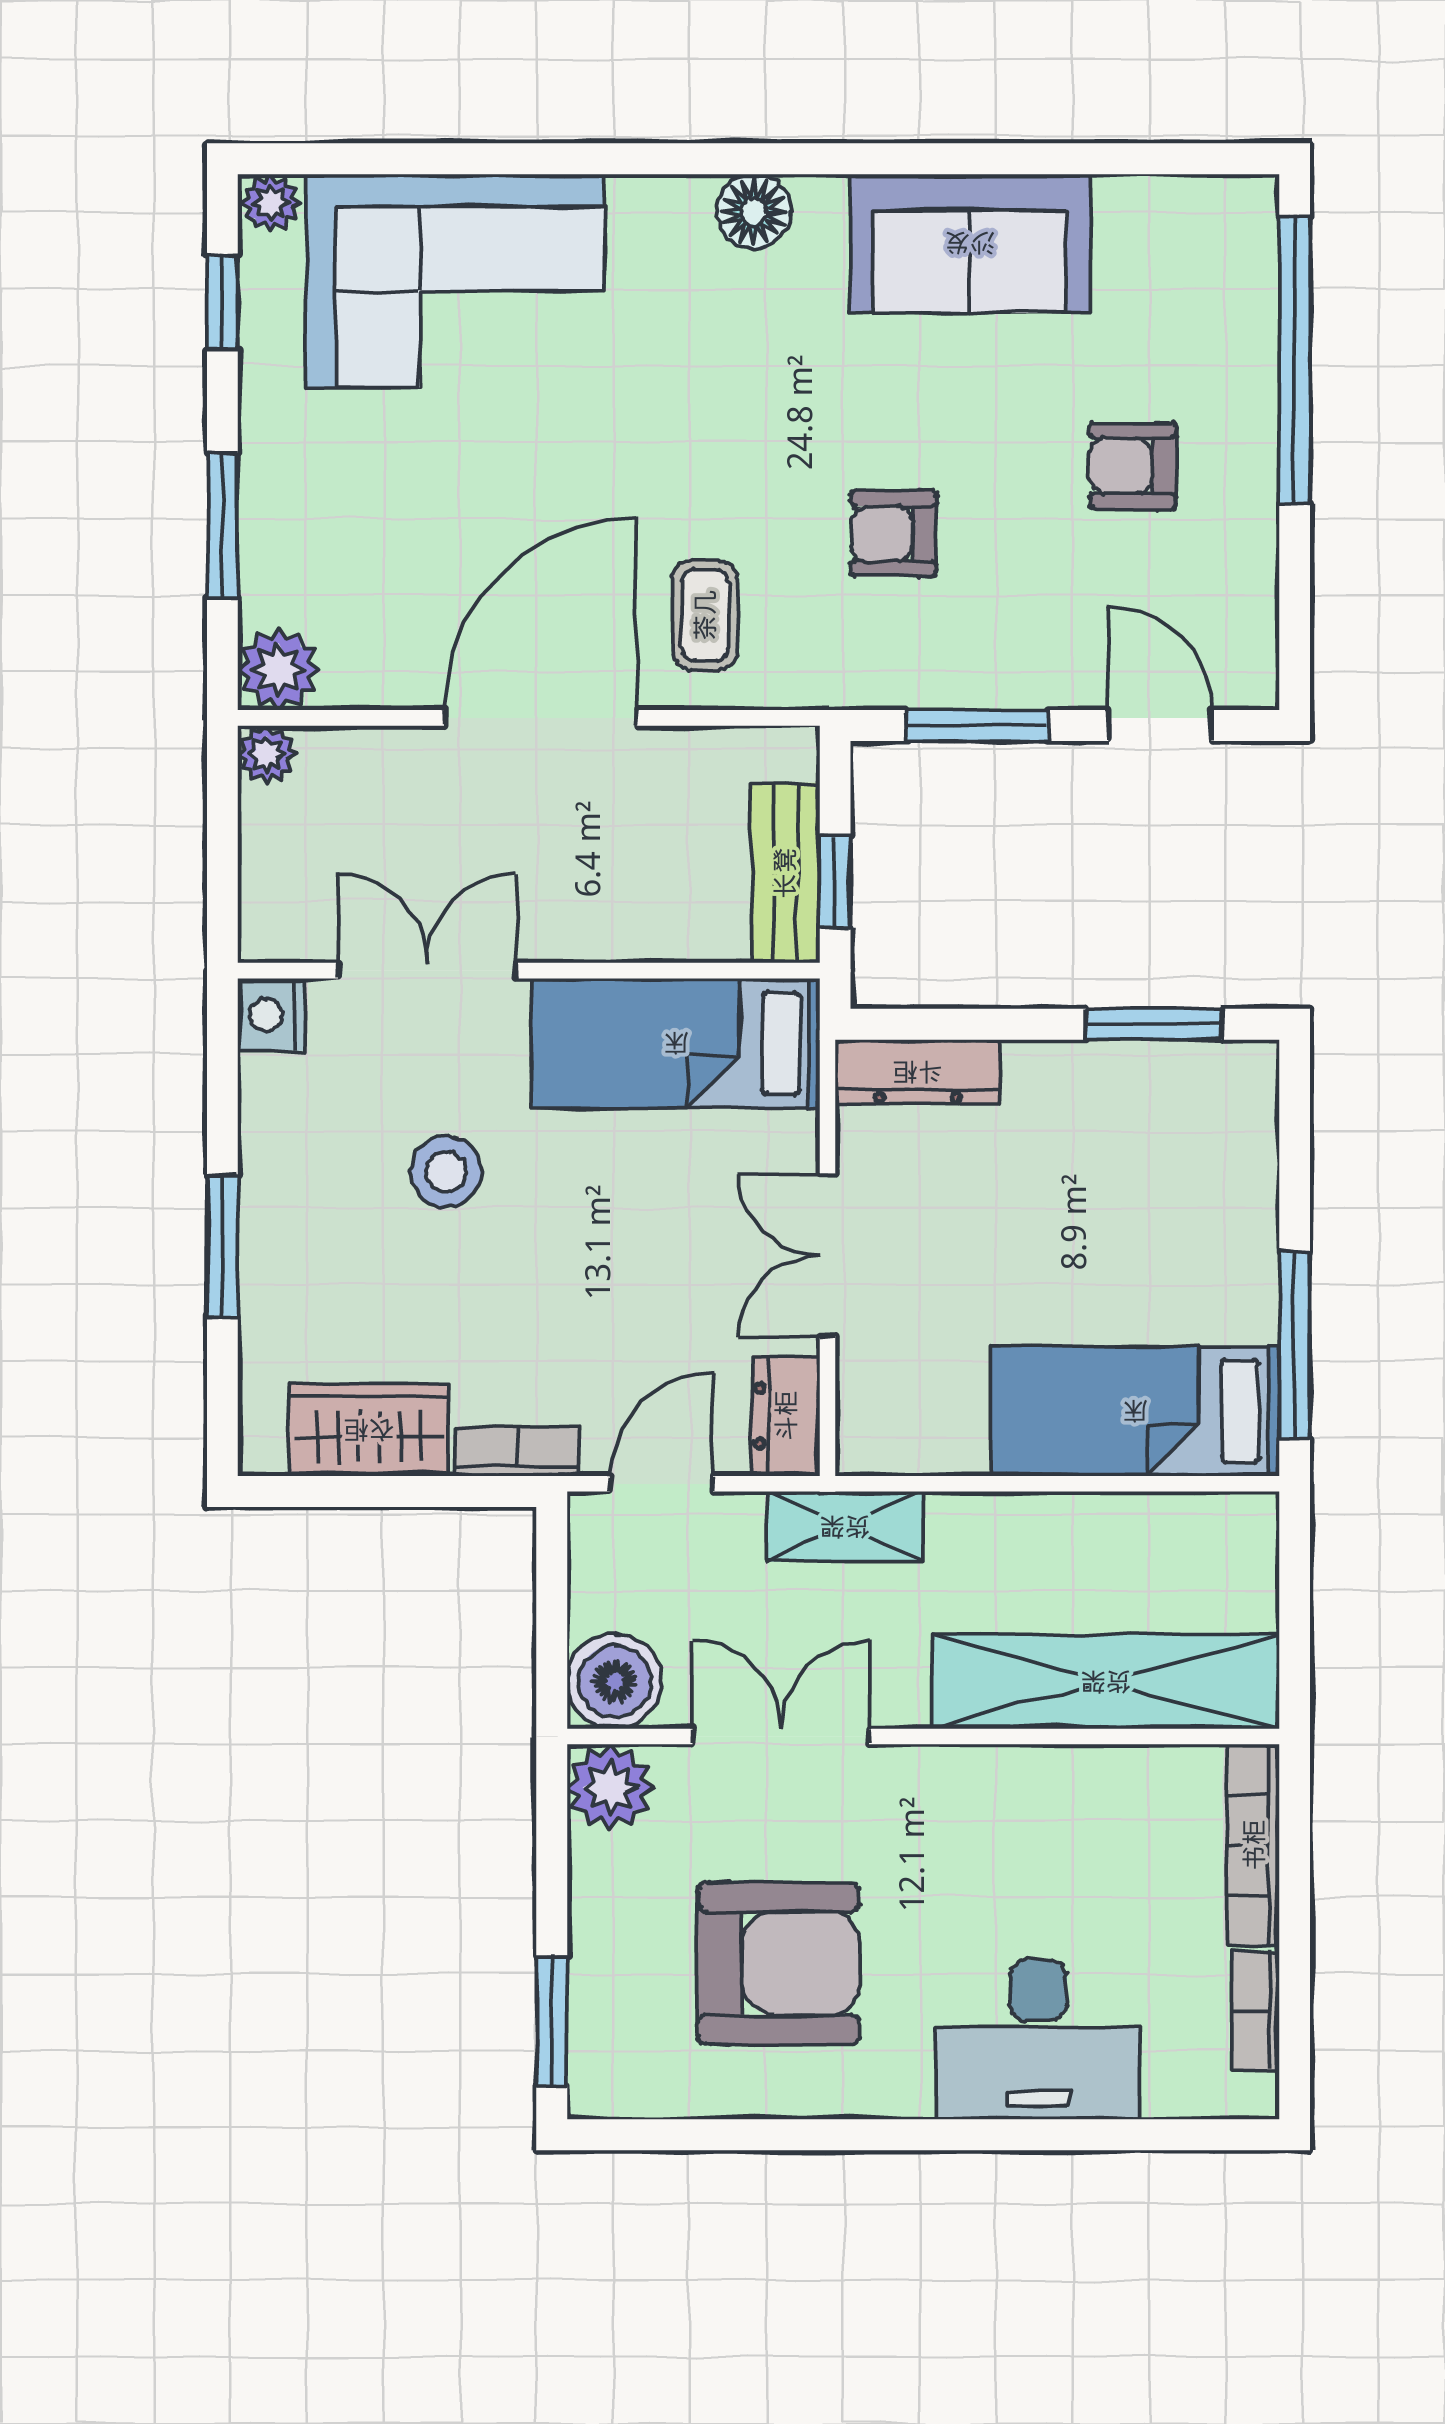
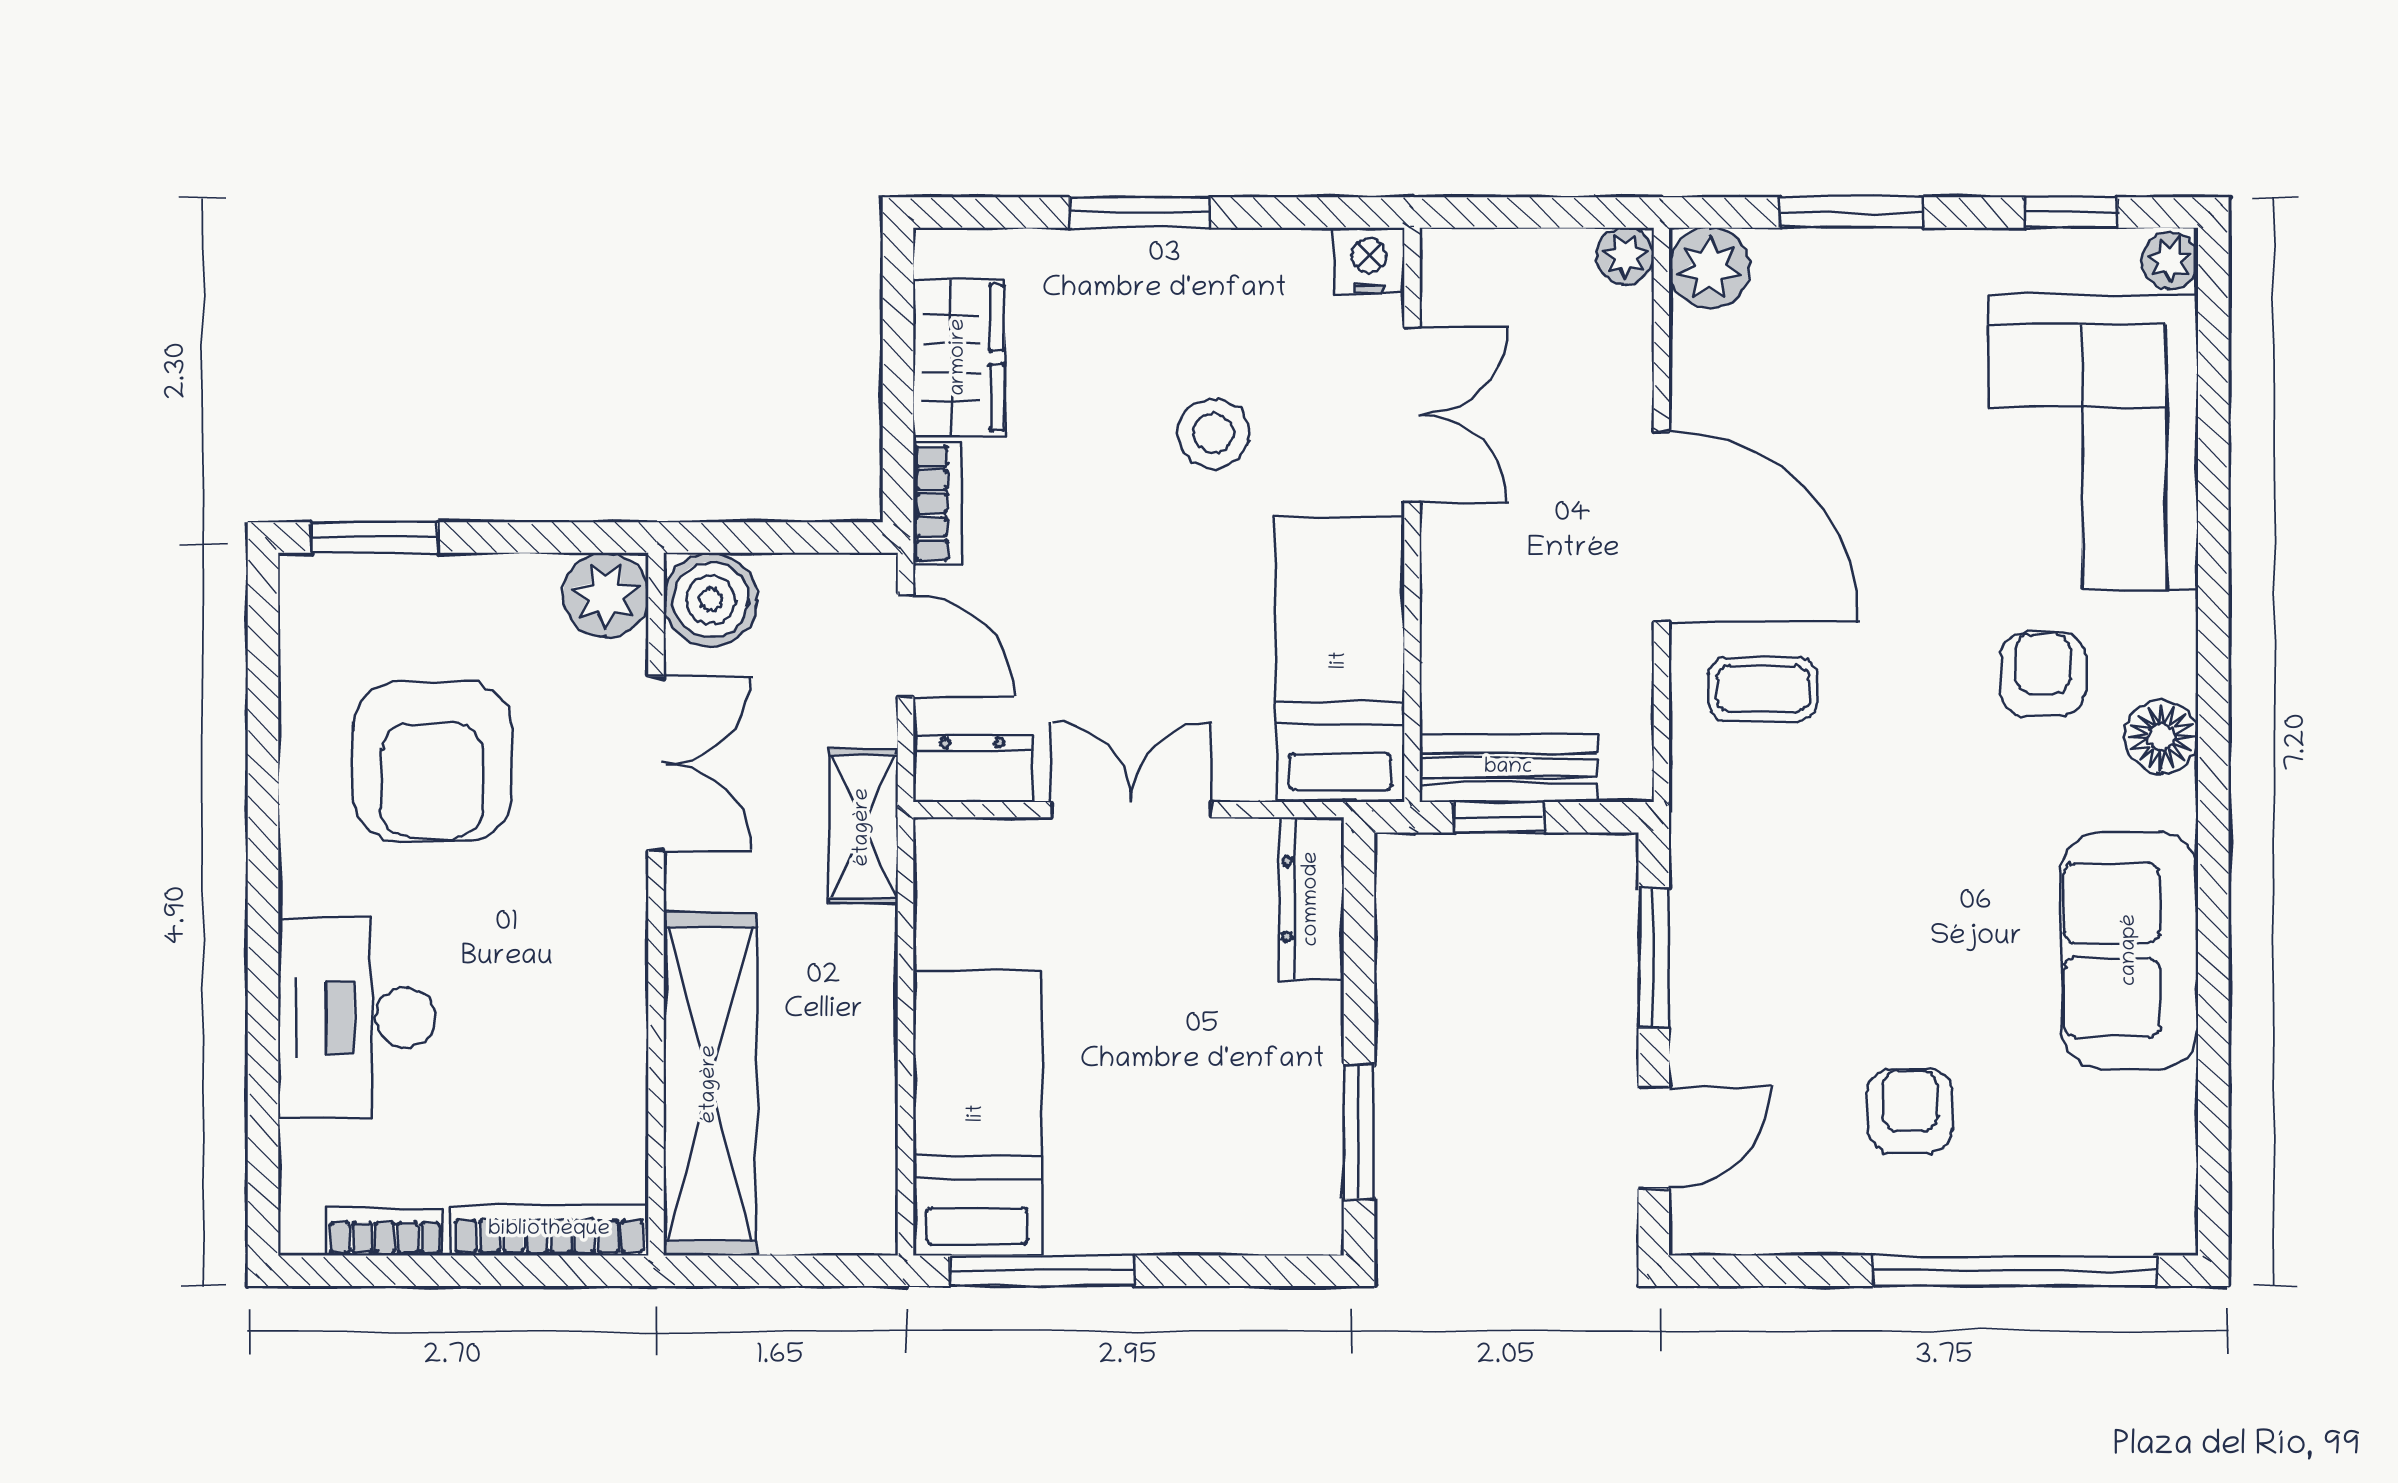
armchair: (894, 533) -> (2043, 674), moved

